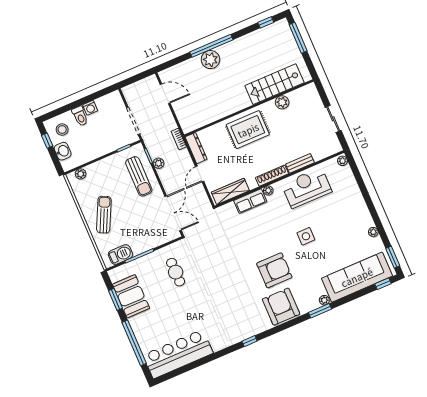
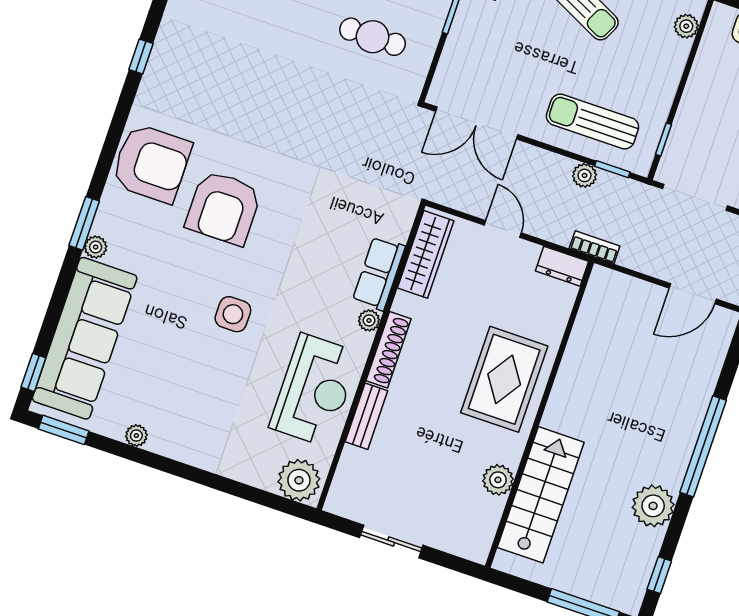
plant: (210, 60) -> (653, 506), moved
dresser: (196, 148) -> (562, 266), width x0.70
plant: (343, 161) -> (299, 480), width x1.88, depth x1.88

